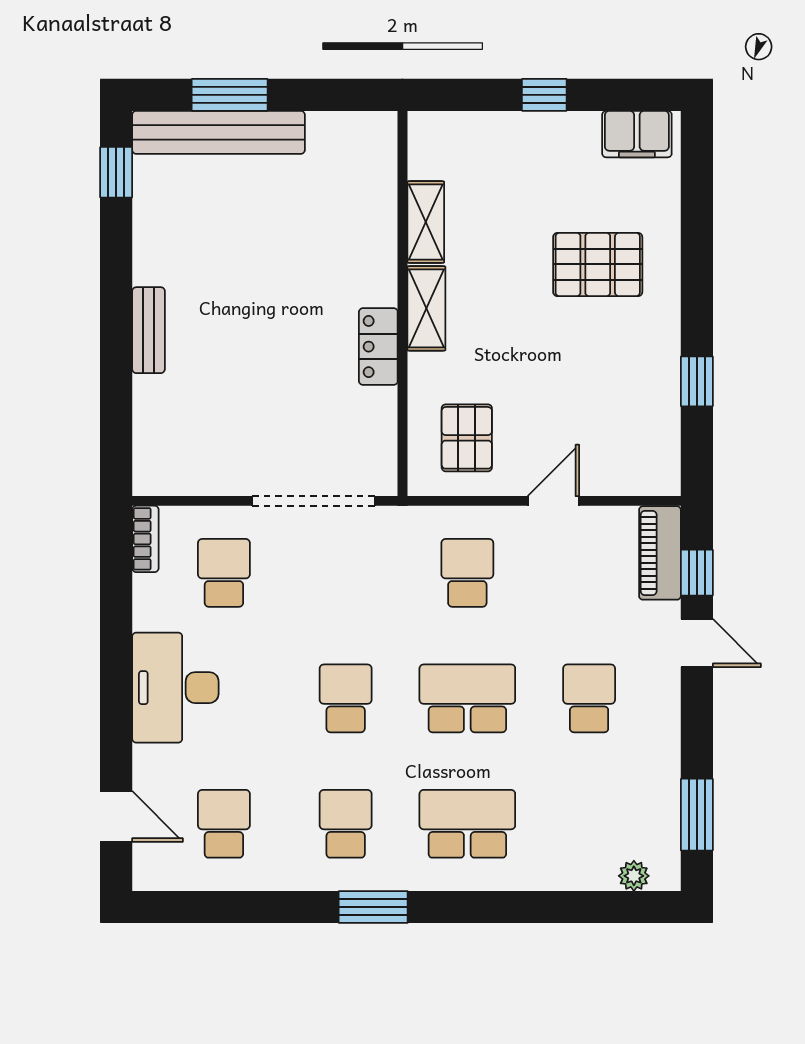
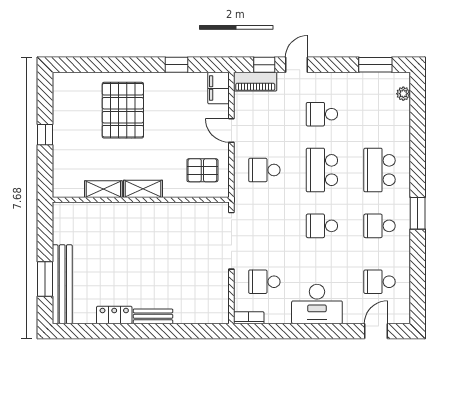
filing cabinet: (637, 134) -> (218, 88), moved, turned 180
window: (116, 172) -> (81, 331), removed
pallet: (598, 264) -> (123, 110), width x1.37, depth x1.41
locker: (378, 347) -> (114, 315), moved, turned 180

